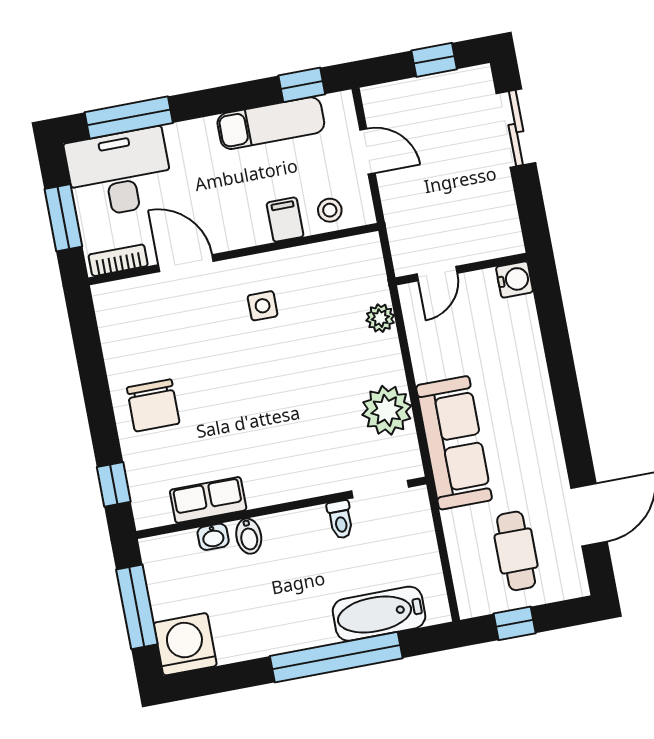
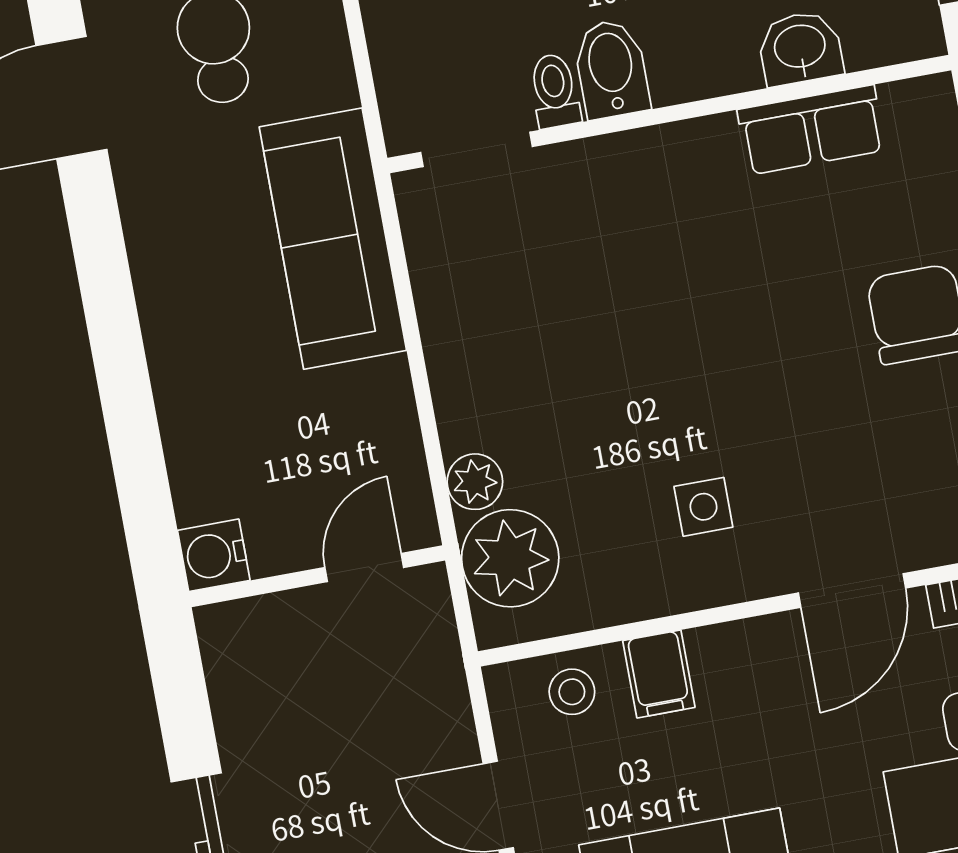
door: (186, 263) -> (852, 591), hinge flipped
plant: (387, 410) -> (510, 558), moved
bidet: (249, 536) -> (611, 69), moved, width x1.38, depth x1.36
washbasin: (213, 537) -> (800, 48), width x1.38, depth x1.45

